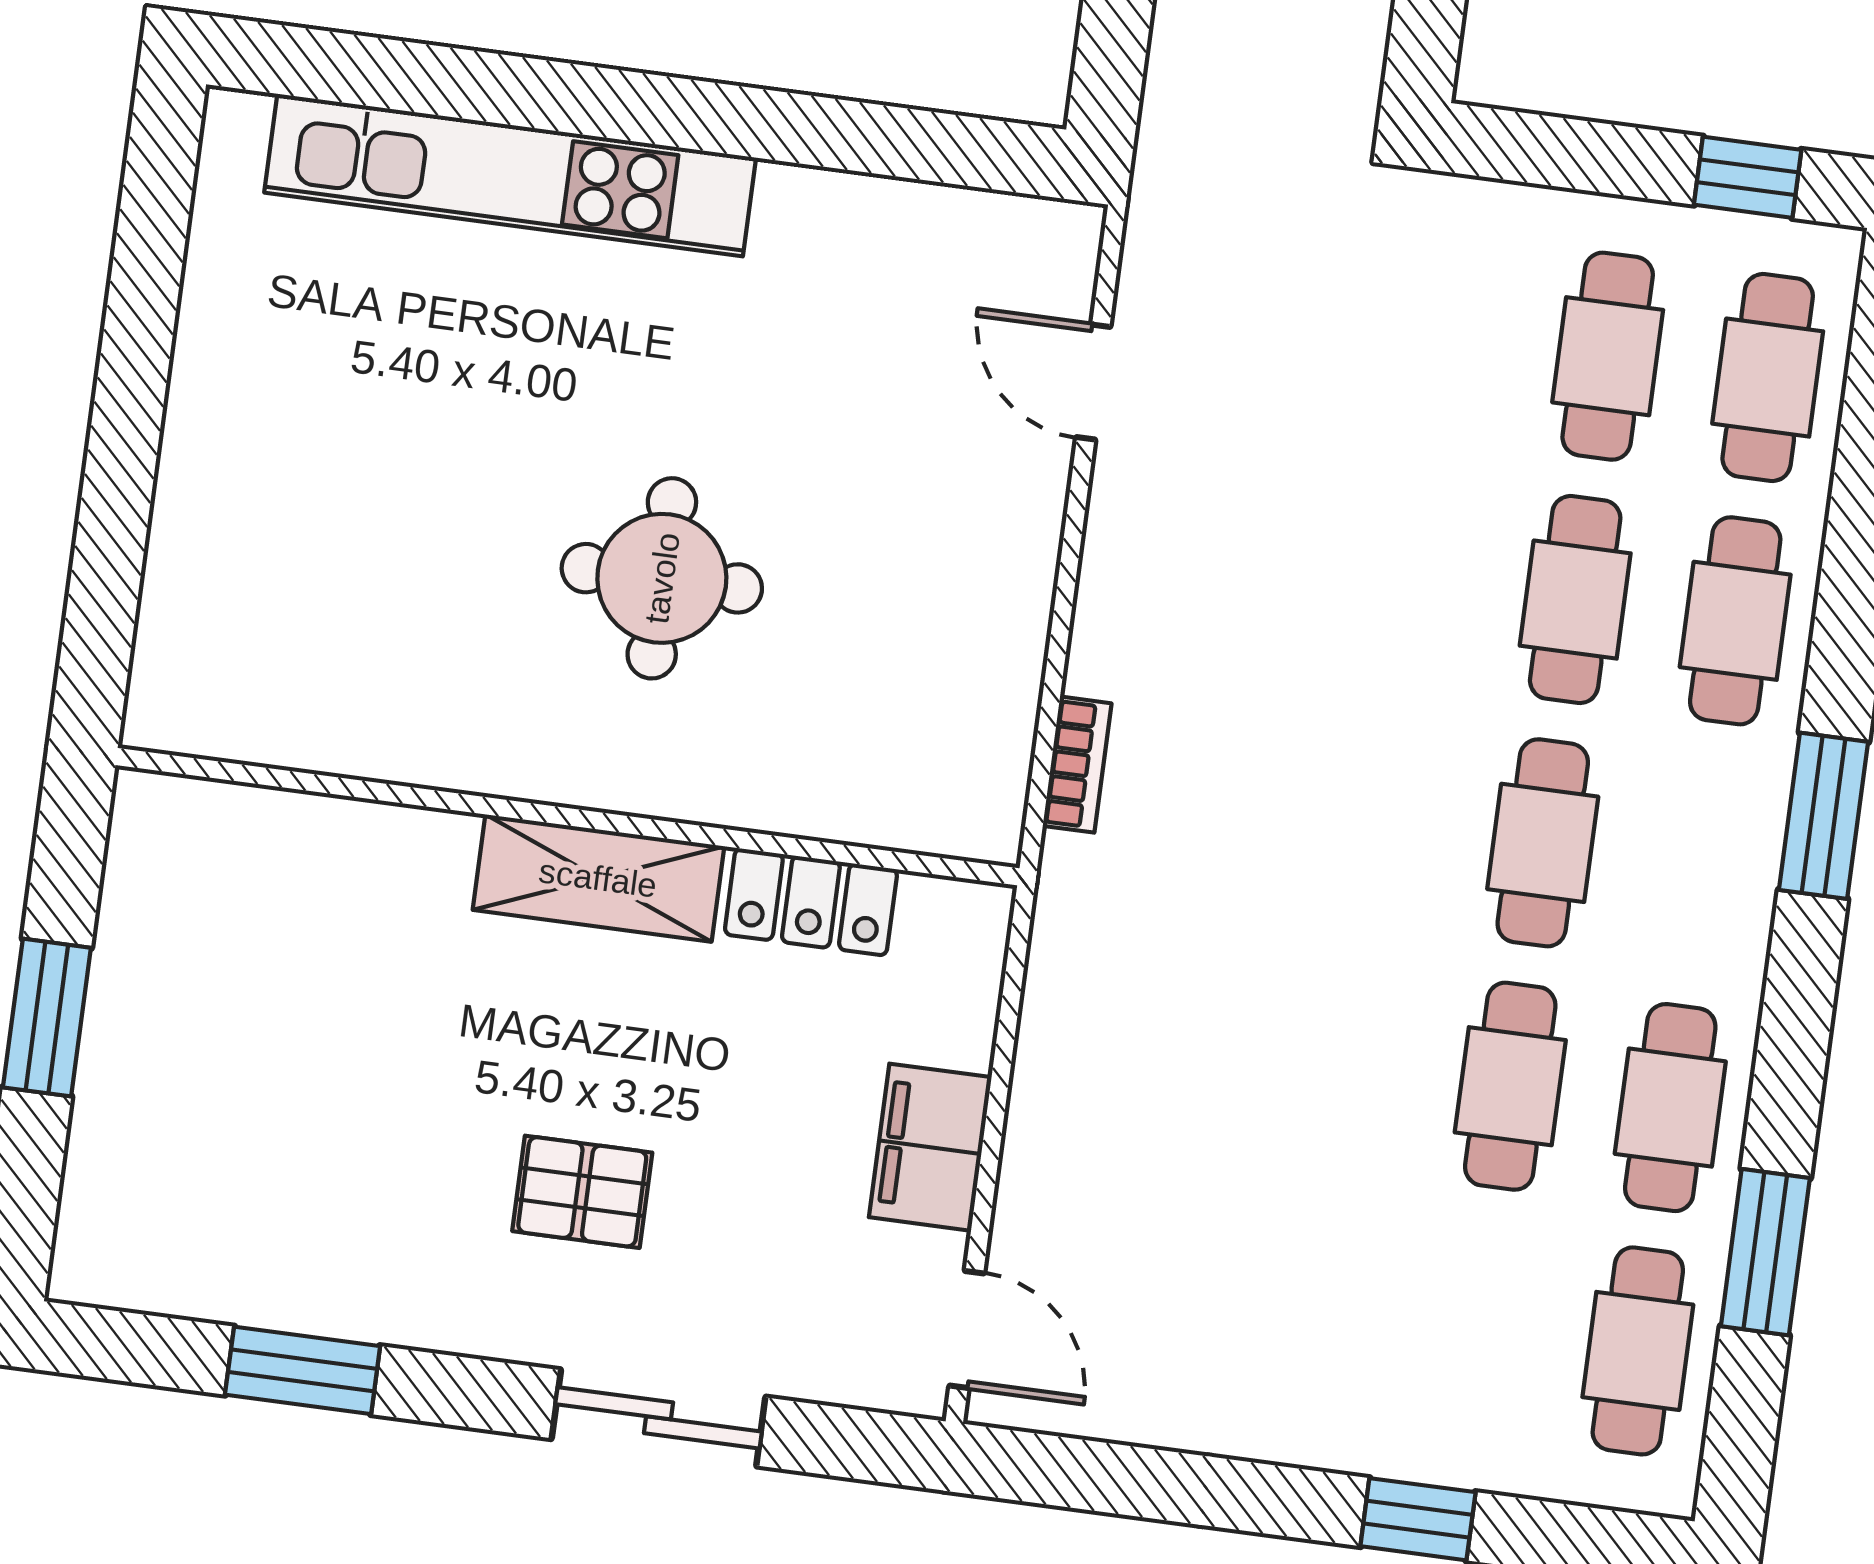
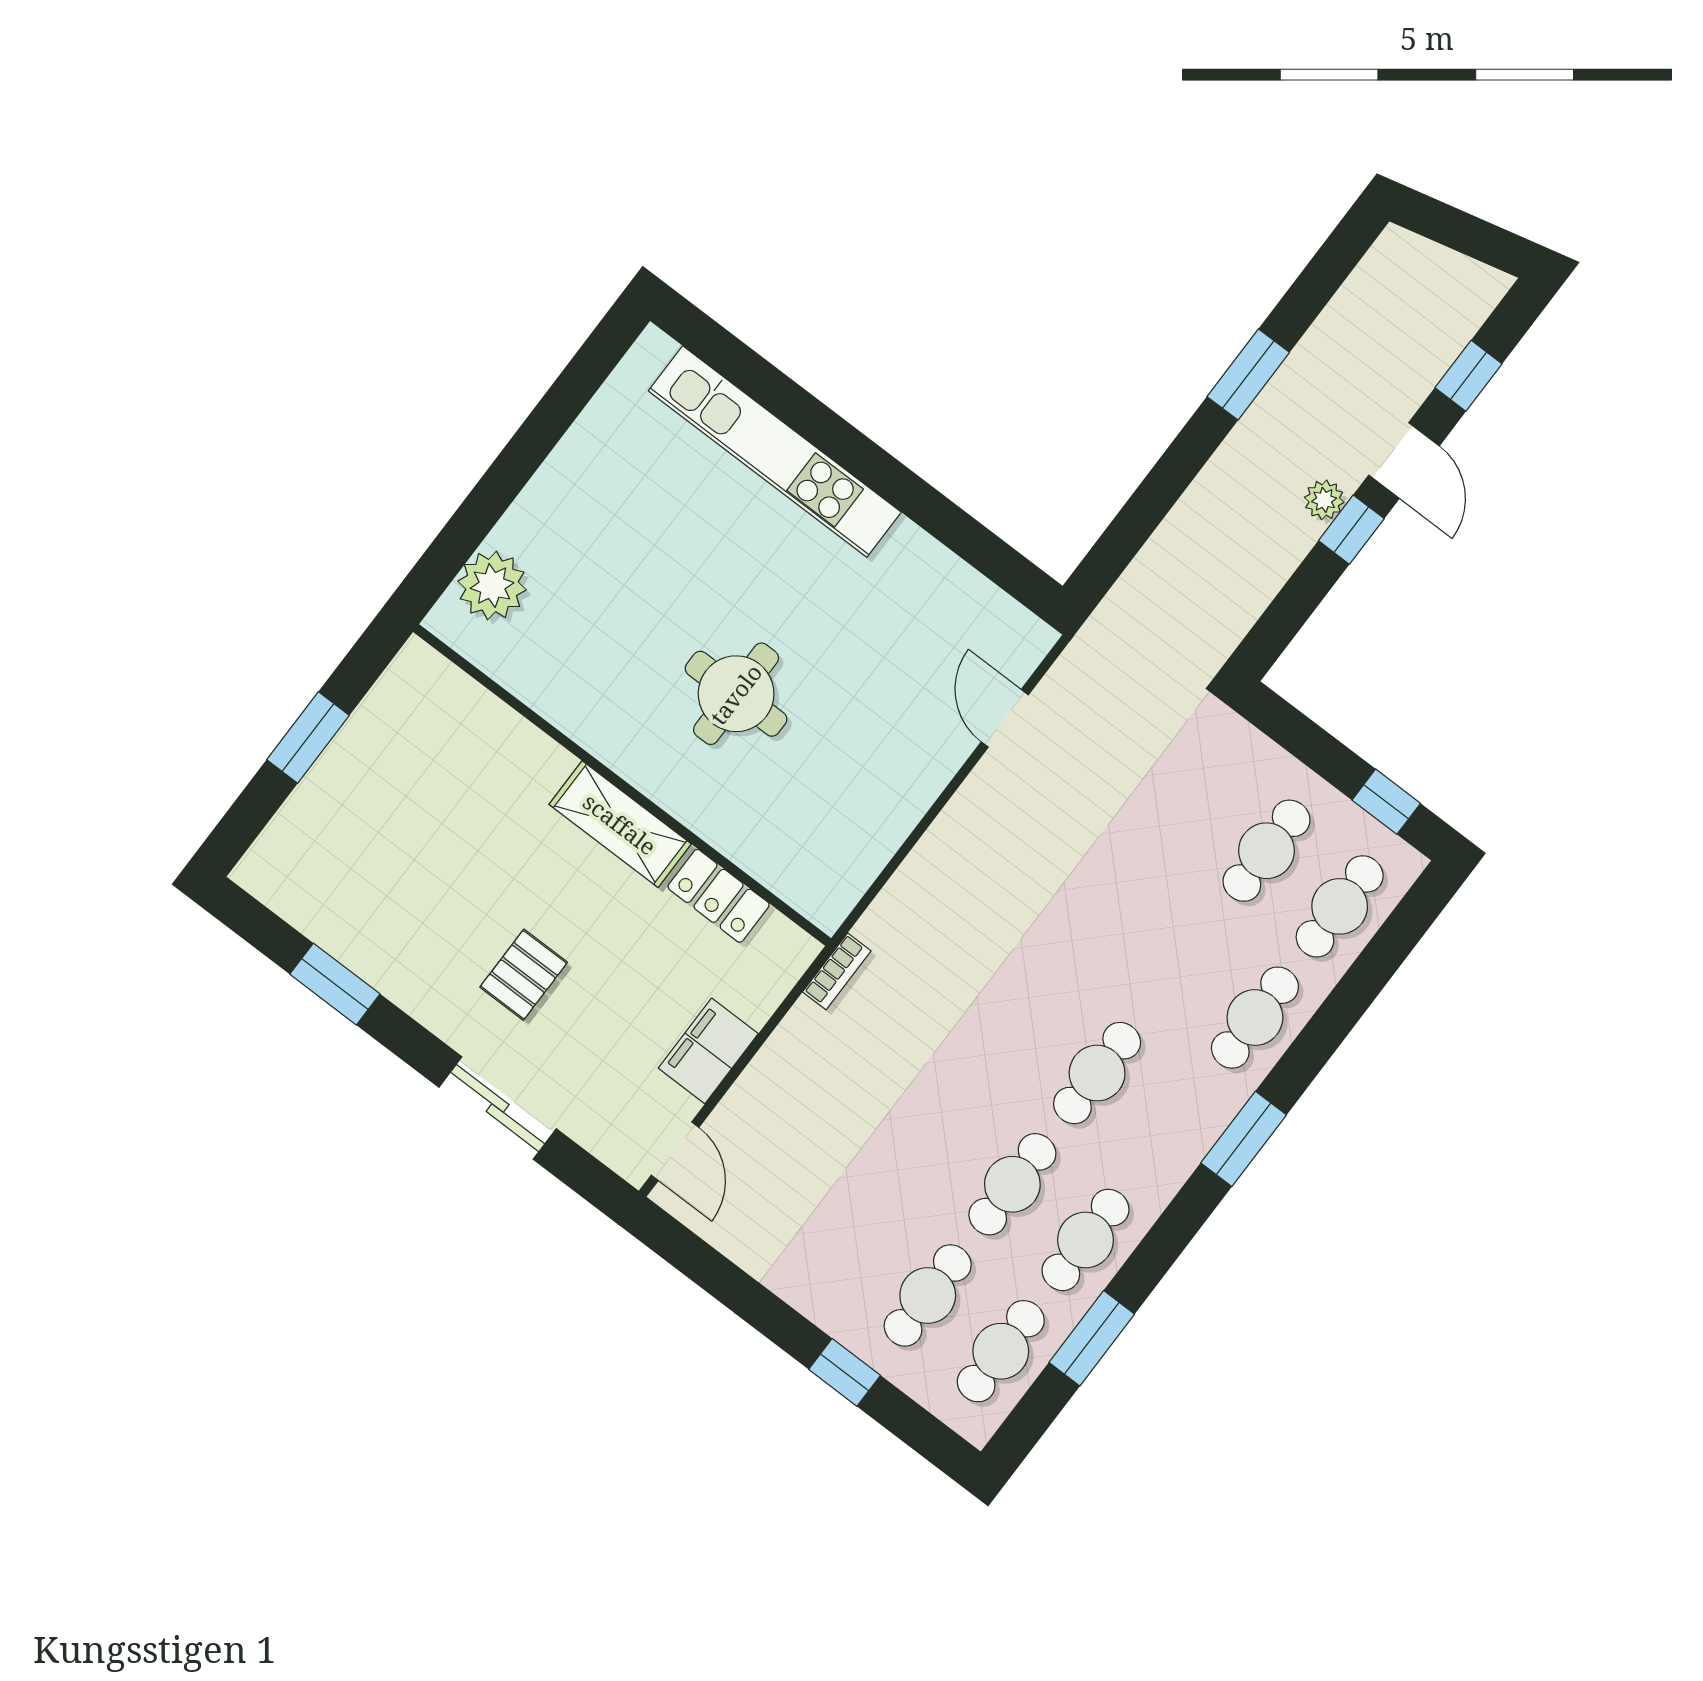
cafe table: (1575, 600) -> (928, 1295), moved
plant: (195, 626) -> (492, 586), added
bookcase: (1077, 765) -> (837, 971), moved
pallet: (582, 1192) -> (524, 975), turned 90

